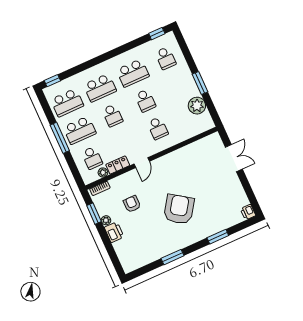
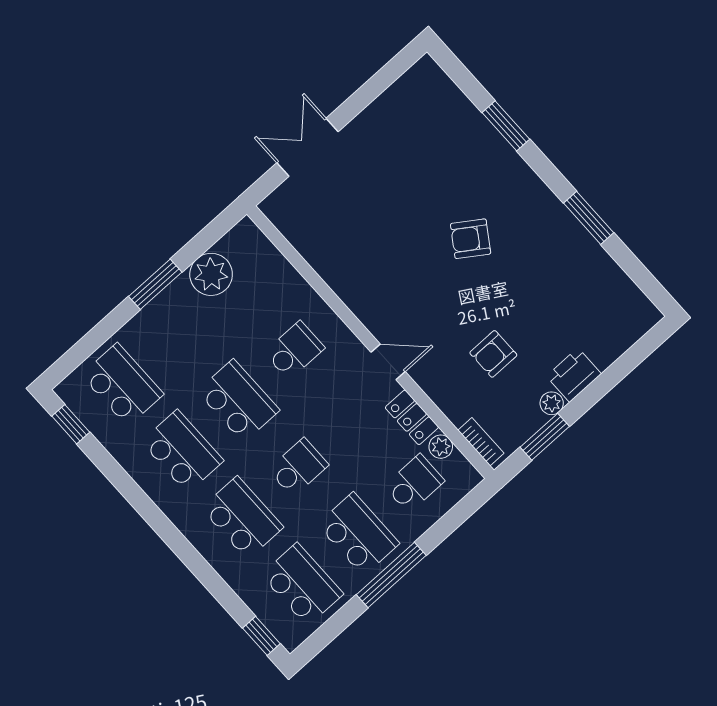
school desk: (166, 58) -> (122, 385), width x1.85
school desk: (145, 101) -> (238, 401), width x1.85
armchair: (179, 209) -> (471, 239), width x0.53, depth x0.53
printer: (248, 212) -> (425, 73), removed

